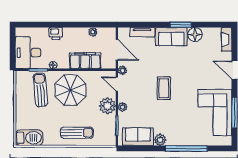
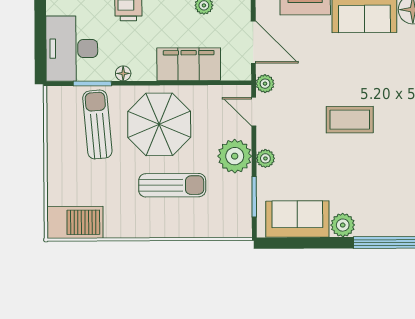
coffee table: (164, 88) -> (350, 120), turned 90
sun lounger: (77, 133) -> (172, 185), moved

